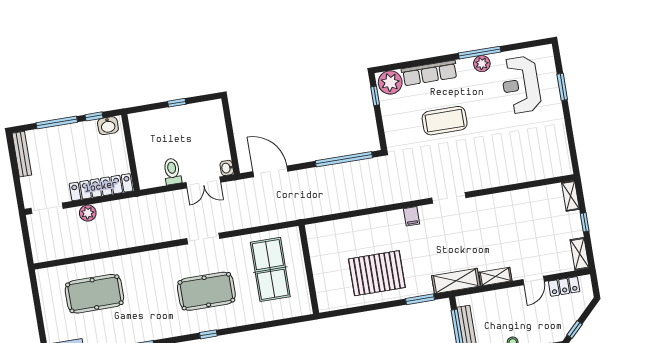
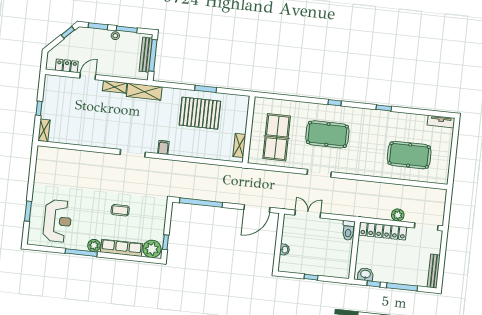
plant: (482, 64) -> (94, 245), moved
coffee table: (445, 121) -> (120, 210), width x0.54, depth x0.58
washbasin: (227, 168) -> (285, 250), moved
toilet: (172, 171) -> (348, 230), moved
door: (270, 171) -> (257, 208), hinge flipped
shelving: (580, 254) -> (239, 145), moved
window: (420, 299) -> (206, 89), moved

